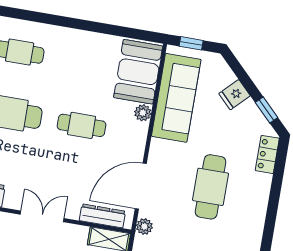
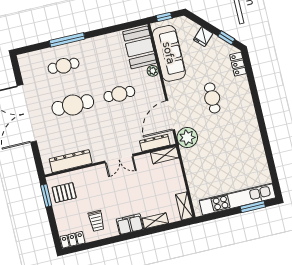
window: (40, 18) -> (67, 40), added
cafe table: (211, 187) -> (212, 98), width x0.73, depth x0.74
double door: (42, 216) -> (119, 159), swing flipped
plant: (144, 227) -> (187, 138), width x1.87, depth x1.87

